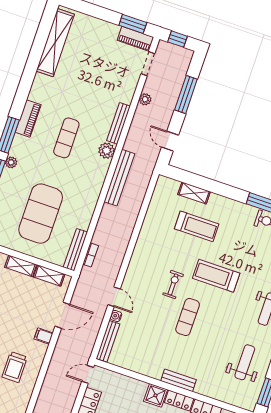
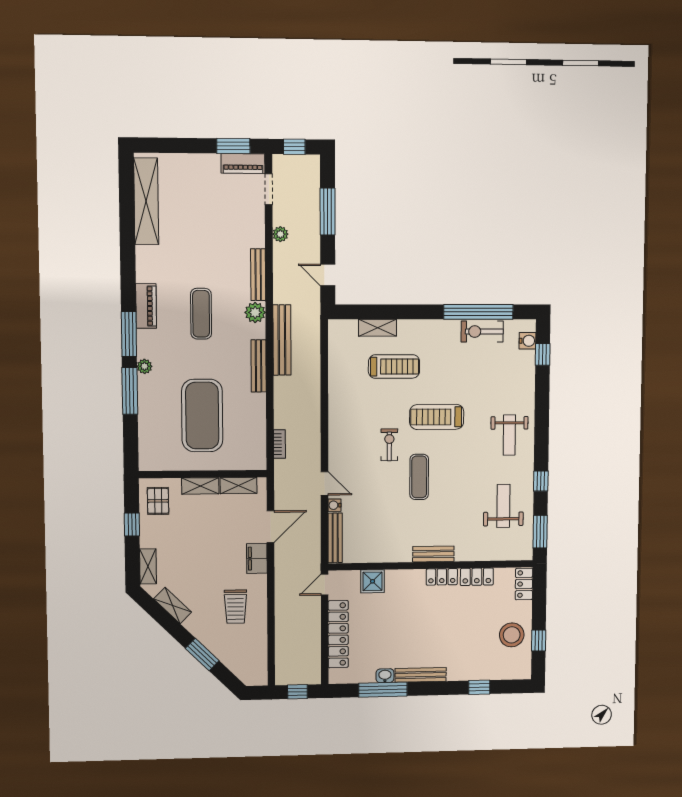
bench: (75, 250) -> (259, 366), moved
filing cabinet: (44, 336) -> (257, 558), width x2.00
shower: (155, 395) -> (373, 581), moved

